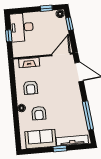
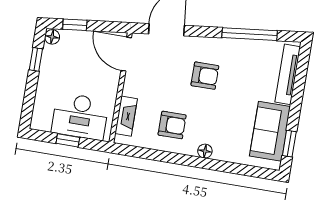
desk: (22, 27) -> (80, 116), moved
armchair: (39, 113) -> (205, 76), moved
window: (60, 149) -> (289, 144), moved

